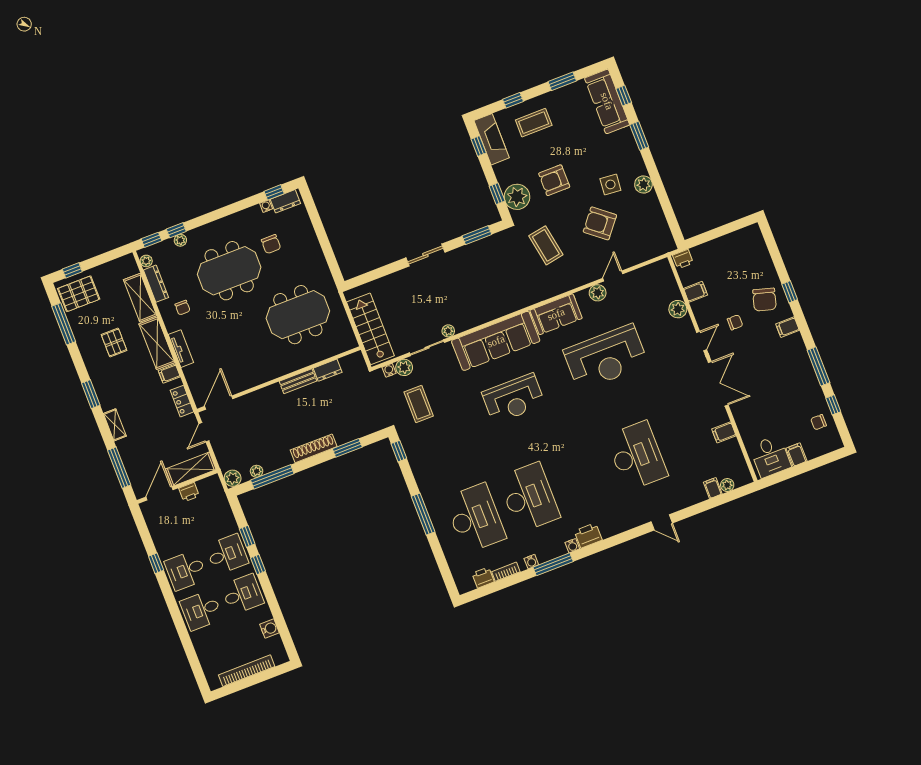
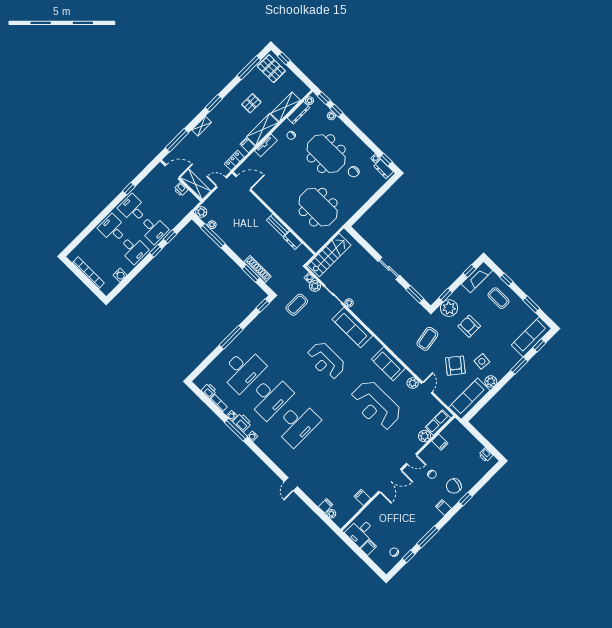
sofa: (654, 225) -> (469, 399), added
printer: (683, 259) -> (486, 455), moved
door: (613, 276) -> (427, 388), hinge flipped
row of seats: (668, 282) -> (438, 423), added
sofa: (496, 341) -> (352, 327), width x0.74, depth x0.79
shoe rack: (314, 448) -> (258, 269), moved
desk: (637, 456) -> (297, 424), moved
printer: (588, 535) -> (242, 423), moved

